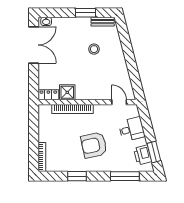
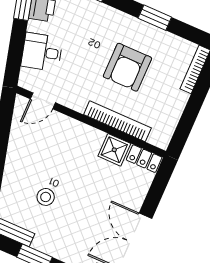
door: (119, 102) -> (43, 101), hinge flipped
armchair: (94, 145) -> (127, 67), moved, turned 102

